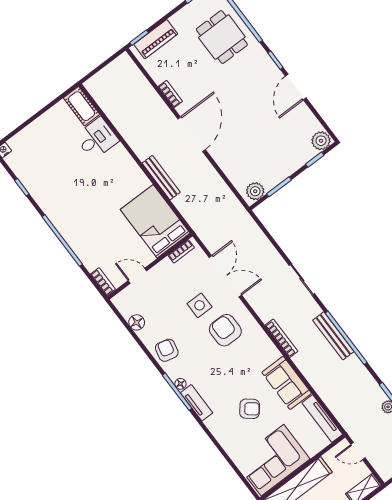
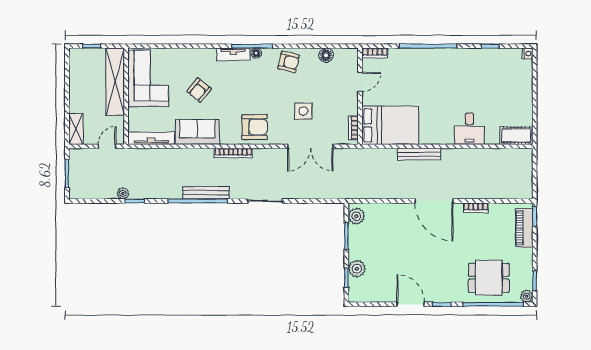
desk: (97, 139) -> (469, 129), moved
plant: (321, 141) -> (357, 269), moved
armchair: (225, 330) -> (254, 127), moved

